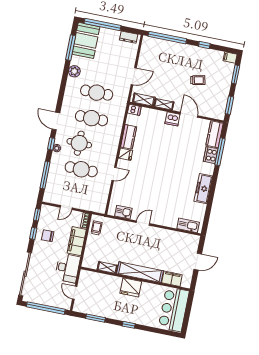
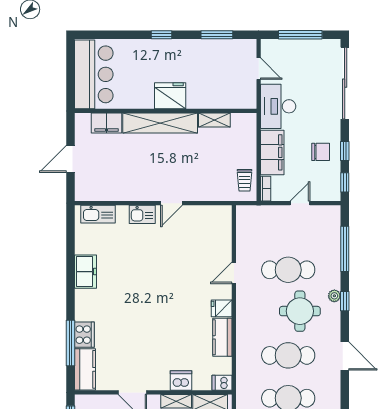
dishwasher: (172, 119) -> (181, 381), moved
door: (56, 121) -> (345, 356), moved
freezer: (203, 189) -> (85, 272), width x0.71
kitchen sink: (123, 212) -> (142, 214), moved
window: (46, 308) -> (300, 35), width x0.68

